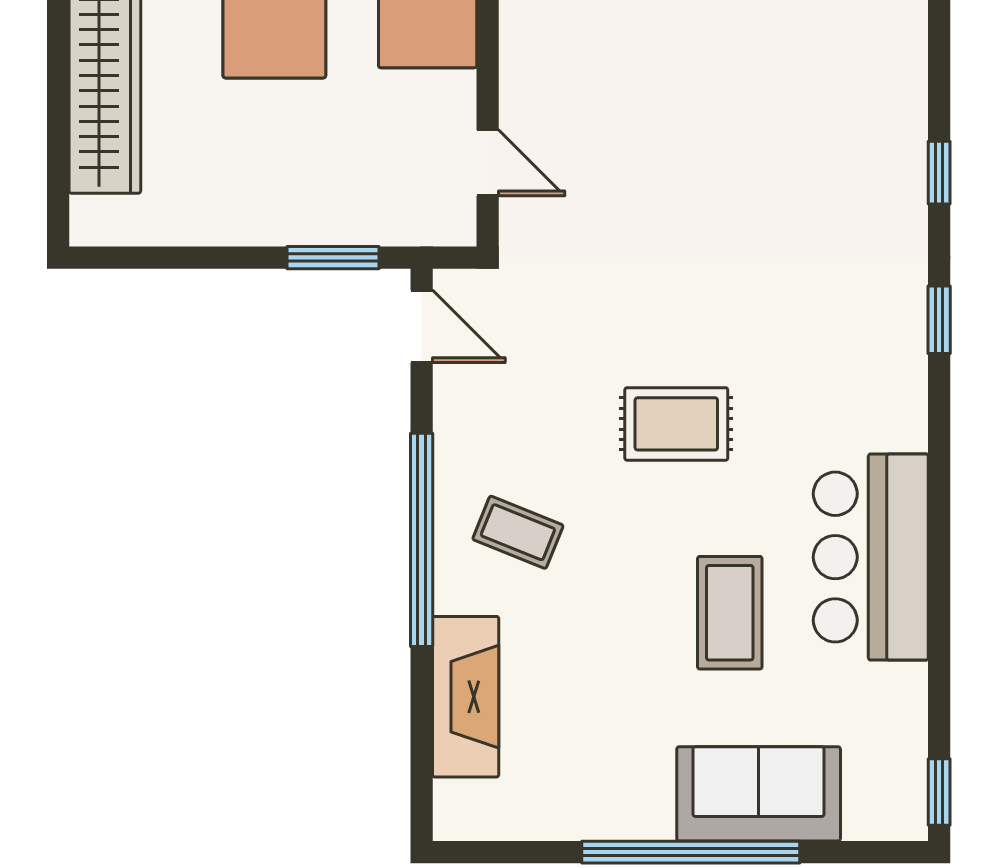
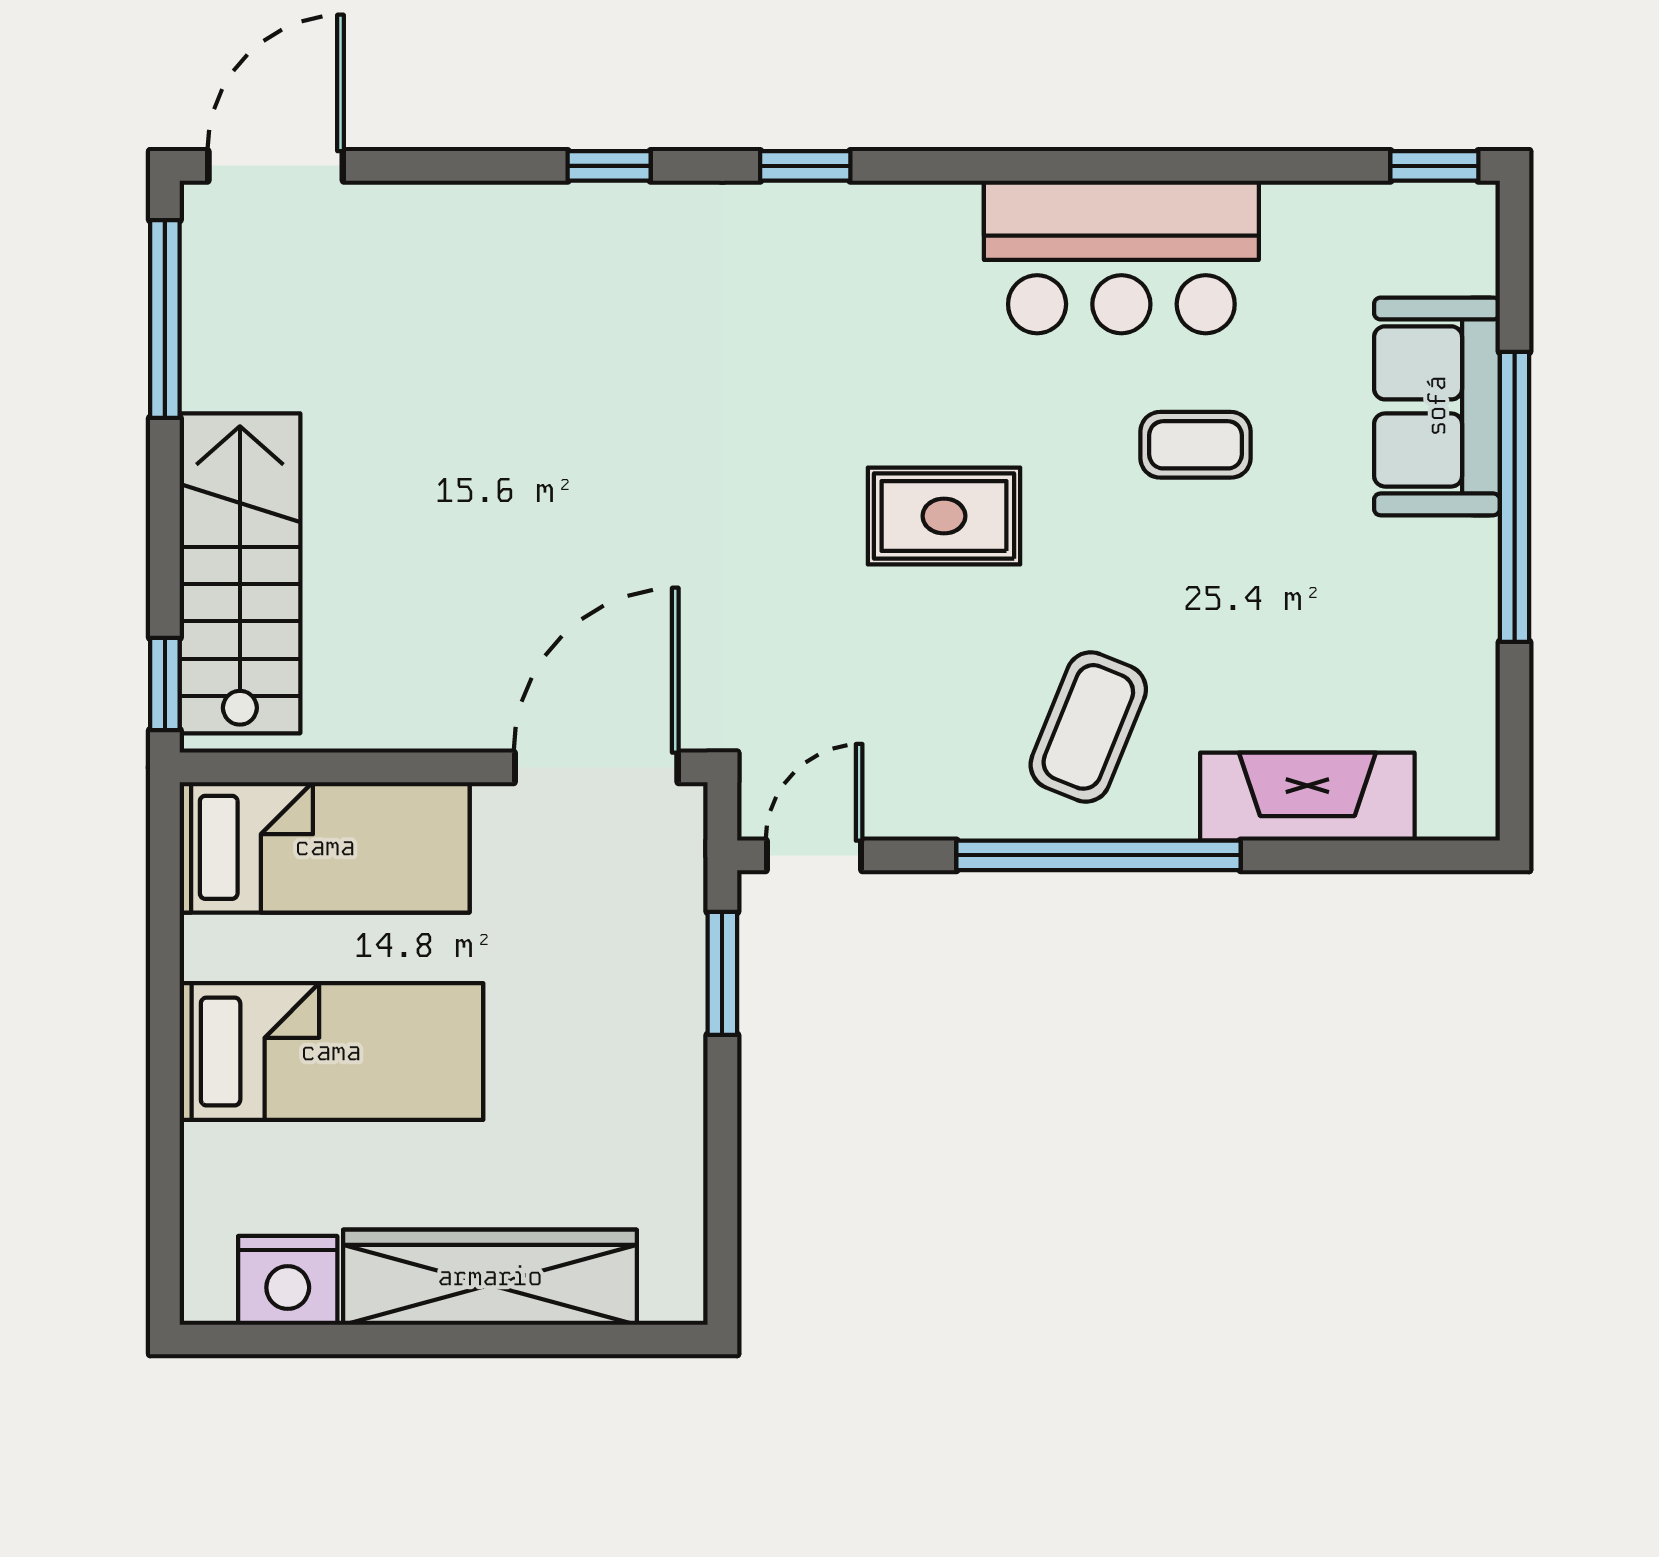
door: (488, 163) -> (596, 767), width x1.87
rug: (676, 424) -> (944, 516), turned 90
coffee table: (518, 532) -> (1088, 727), width x1.36, depth x1.30
coffee table: (730, 613) -> (1195, 445), width x0.73, depth x0.77

